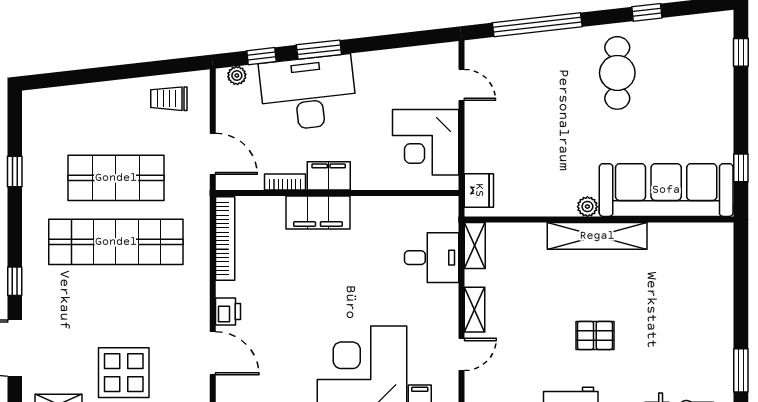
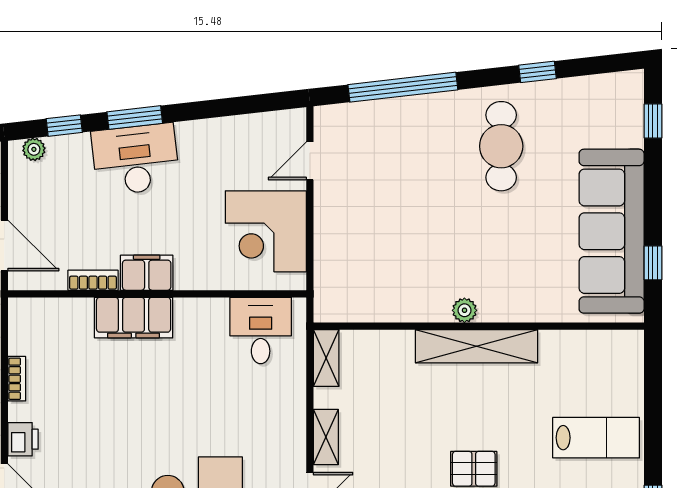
door: (462, 85) -> (310, 161), swing flipped
desk: (308, 93) -> (135, 159), width x0.73, depth x0.77
fridge: (479, 190) -> (331, 291), removed
sofa: (666, 190) -> (612, 231), moved, turned -90
bookcase: (225, 238) -> (17, 379), width x0.43, depth x0.76
desk: (432, 258) -> (261, 331), moved, turned -90
lab bench: (695, 310) -> (596, 438), added

